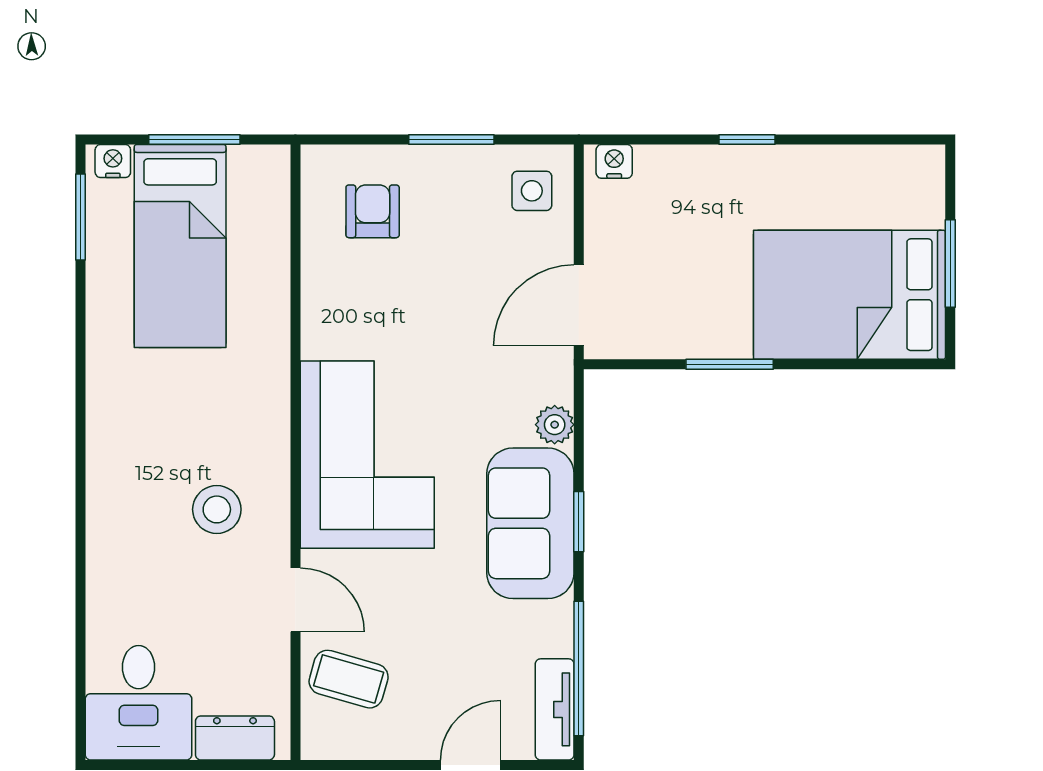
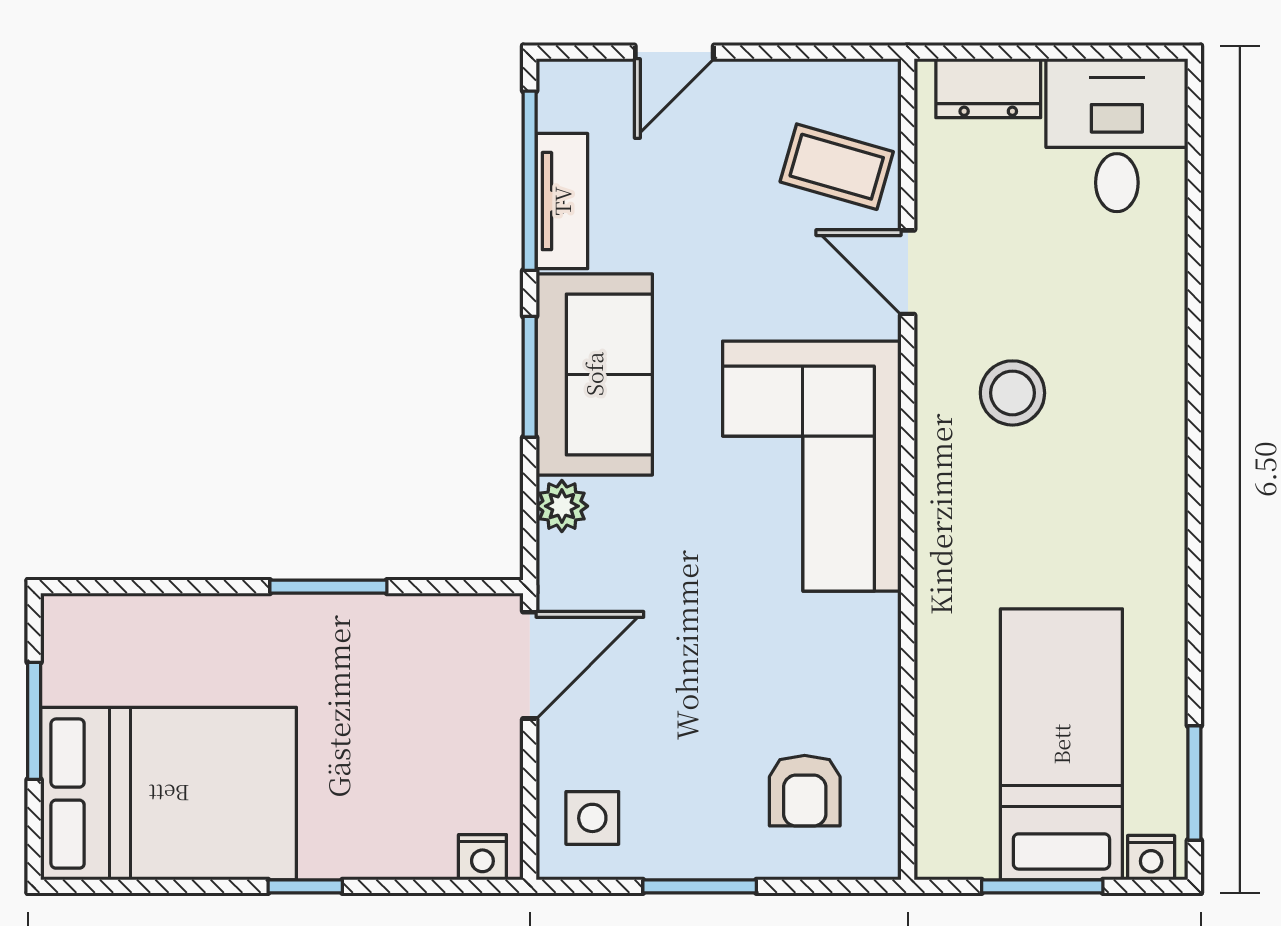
bed: (849, 295) -> (169, 794), moved
window: (579, 522) -> (530, 377), width x1.50
tv unit: (555, 709) -> (562, 201), moved

